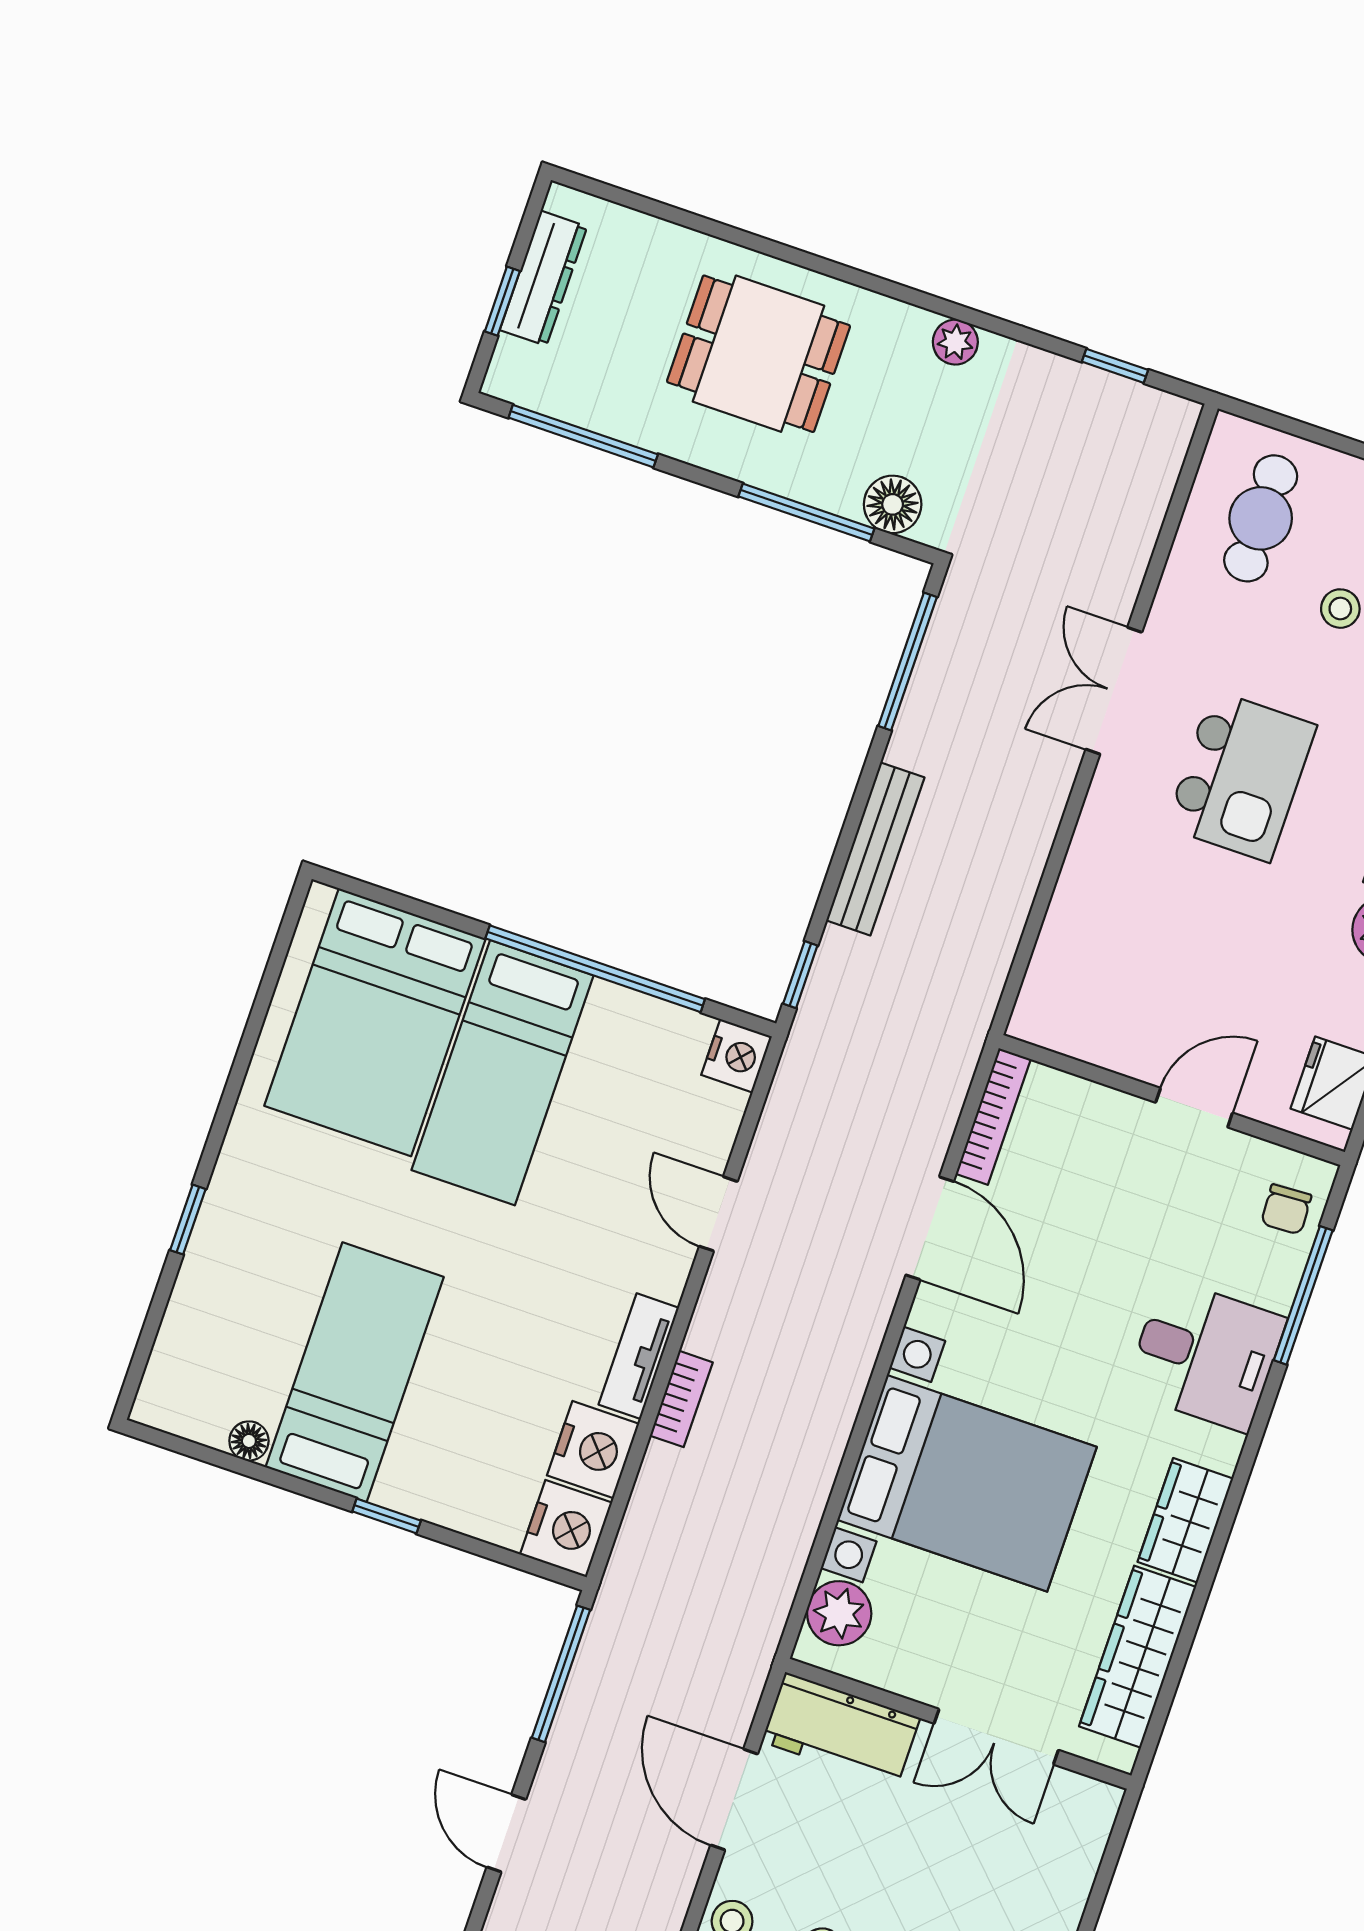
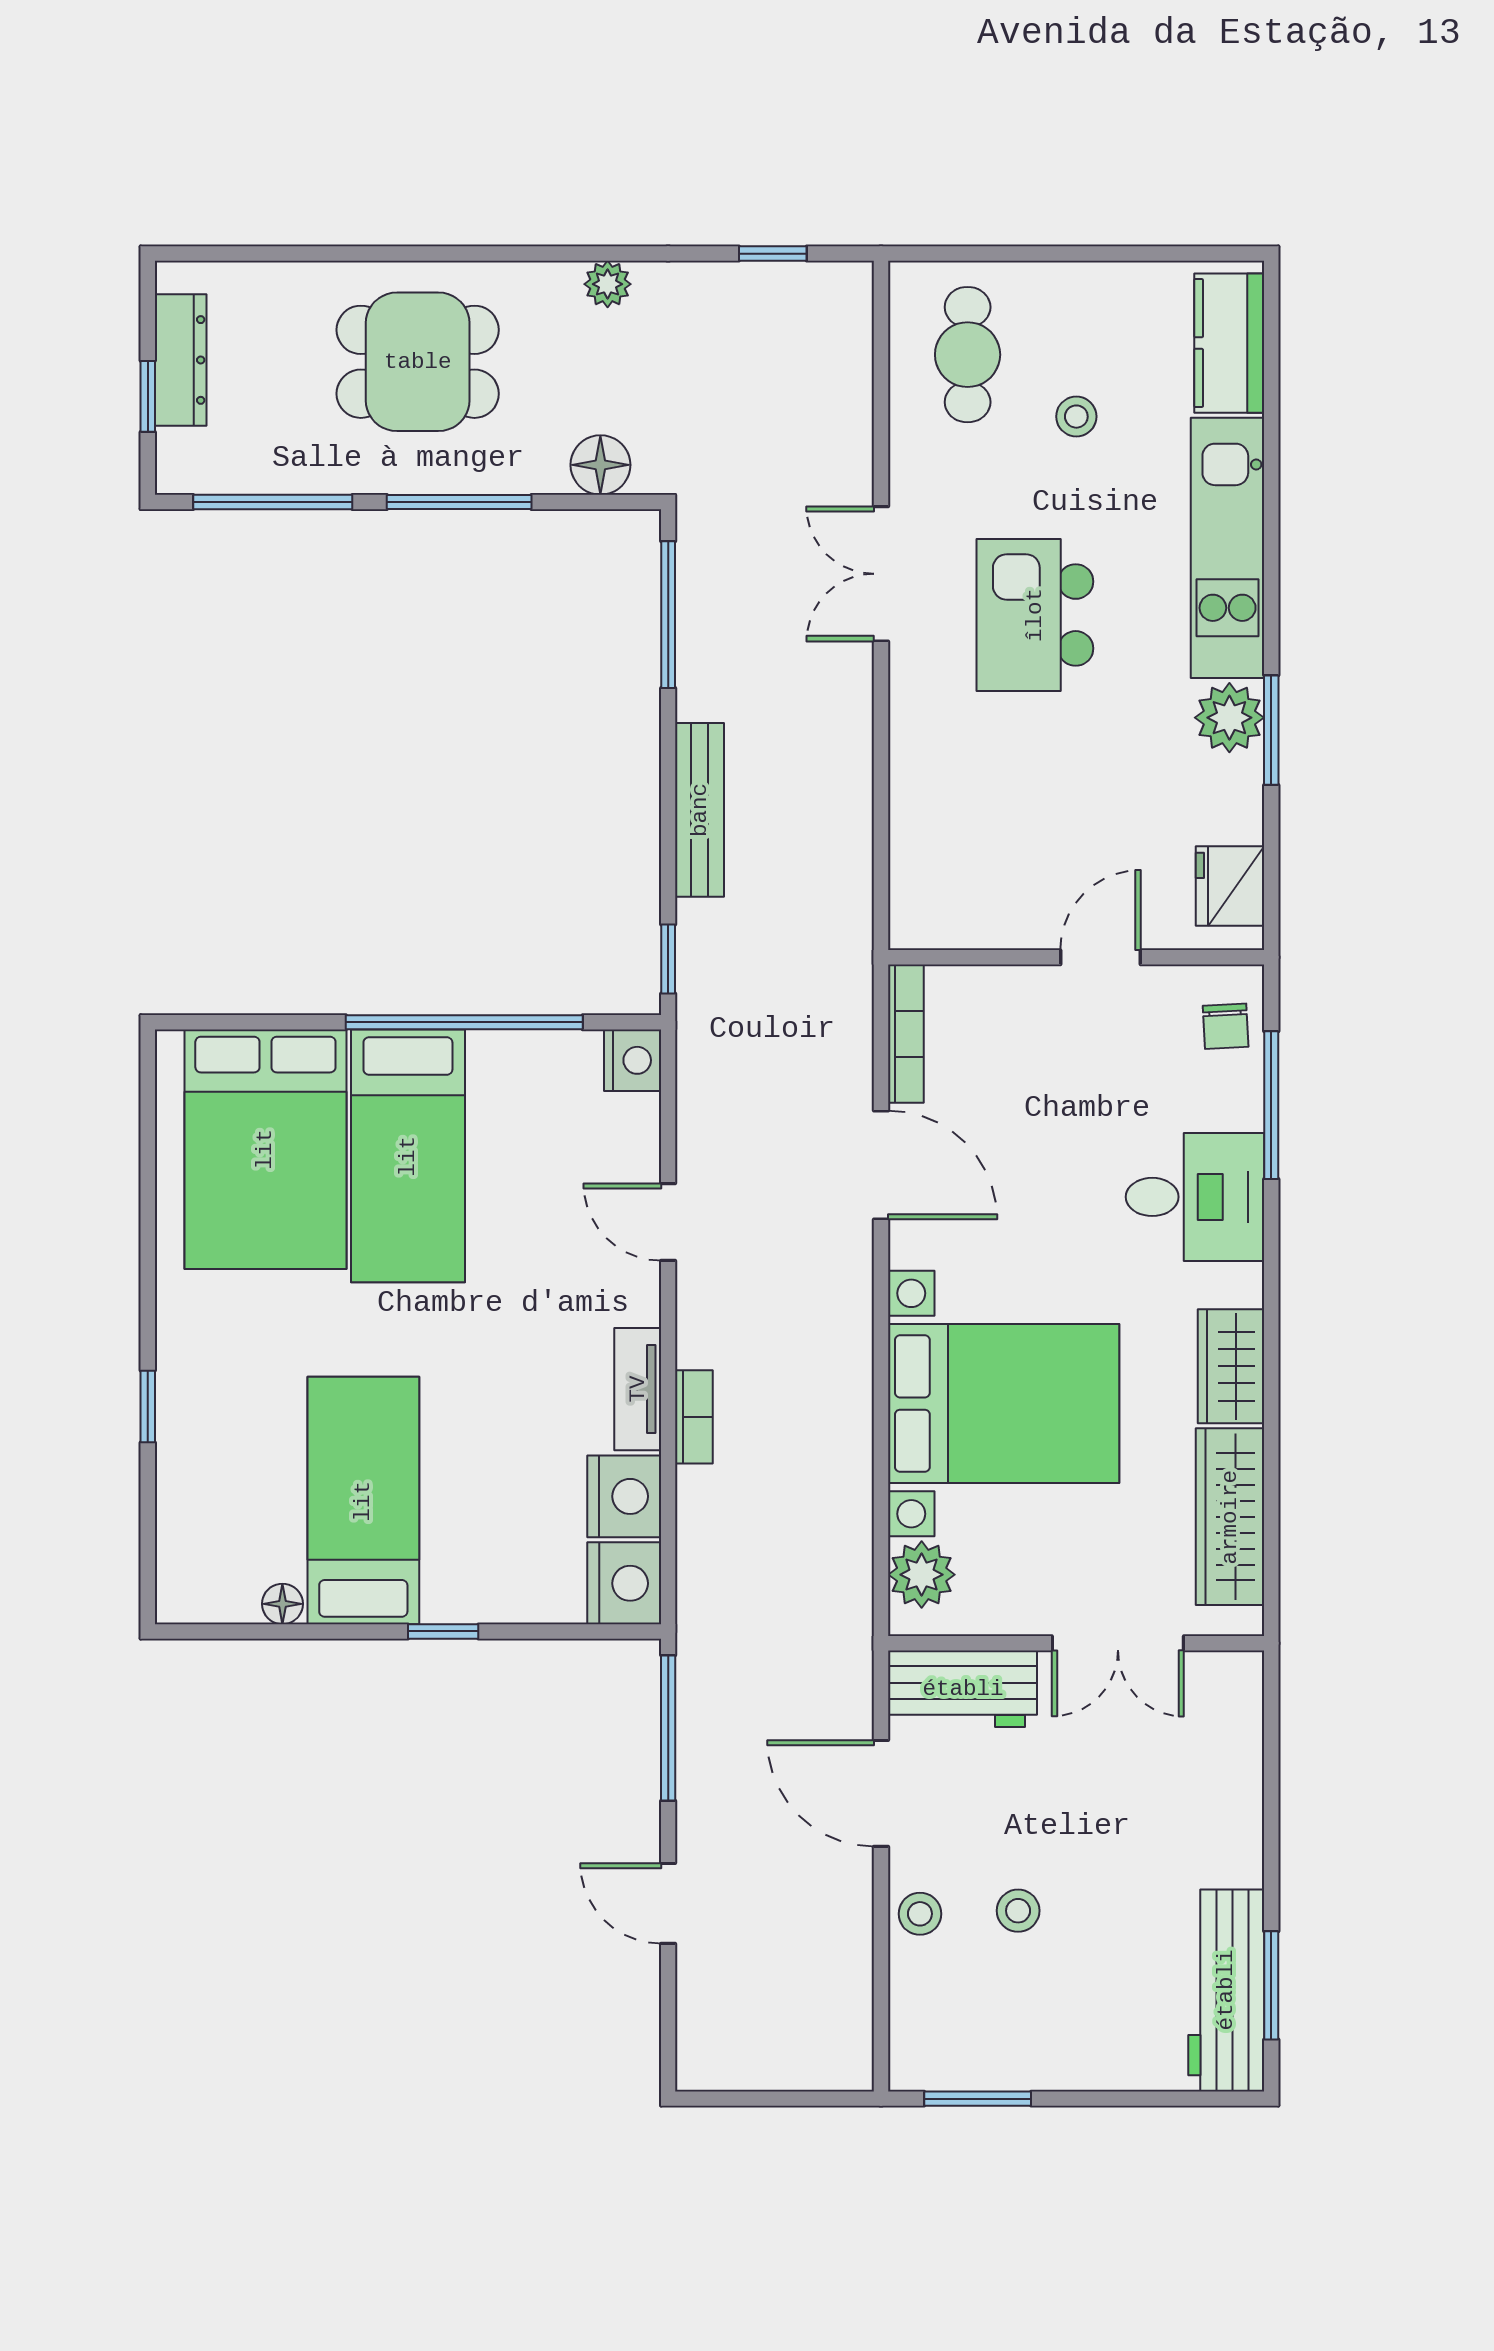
window: (806, 512) -> (459, 502), moved
kitchen island: (1241, 776) -> (1035, 615), turned 180

